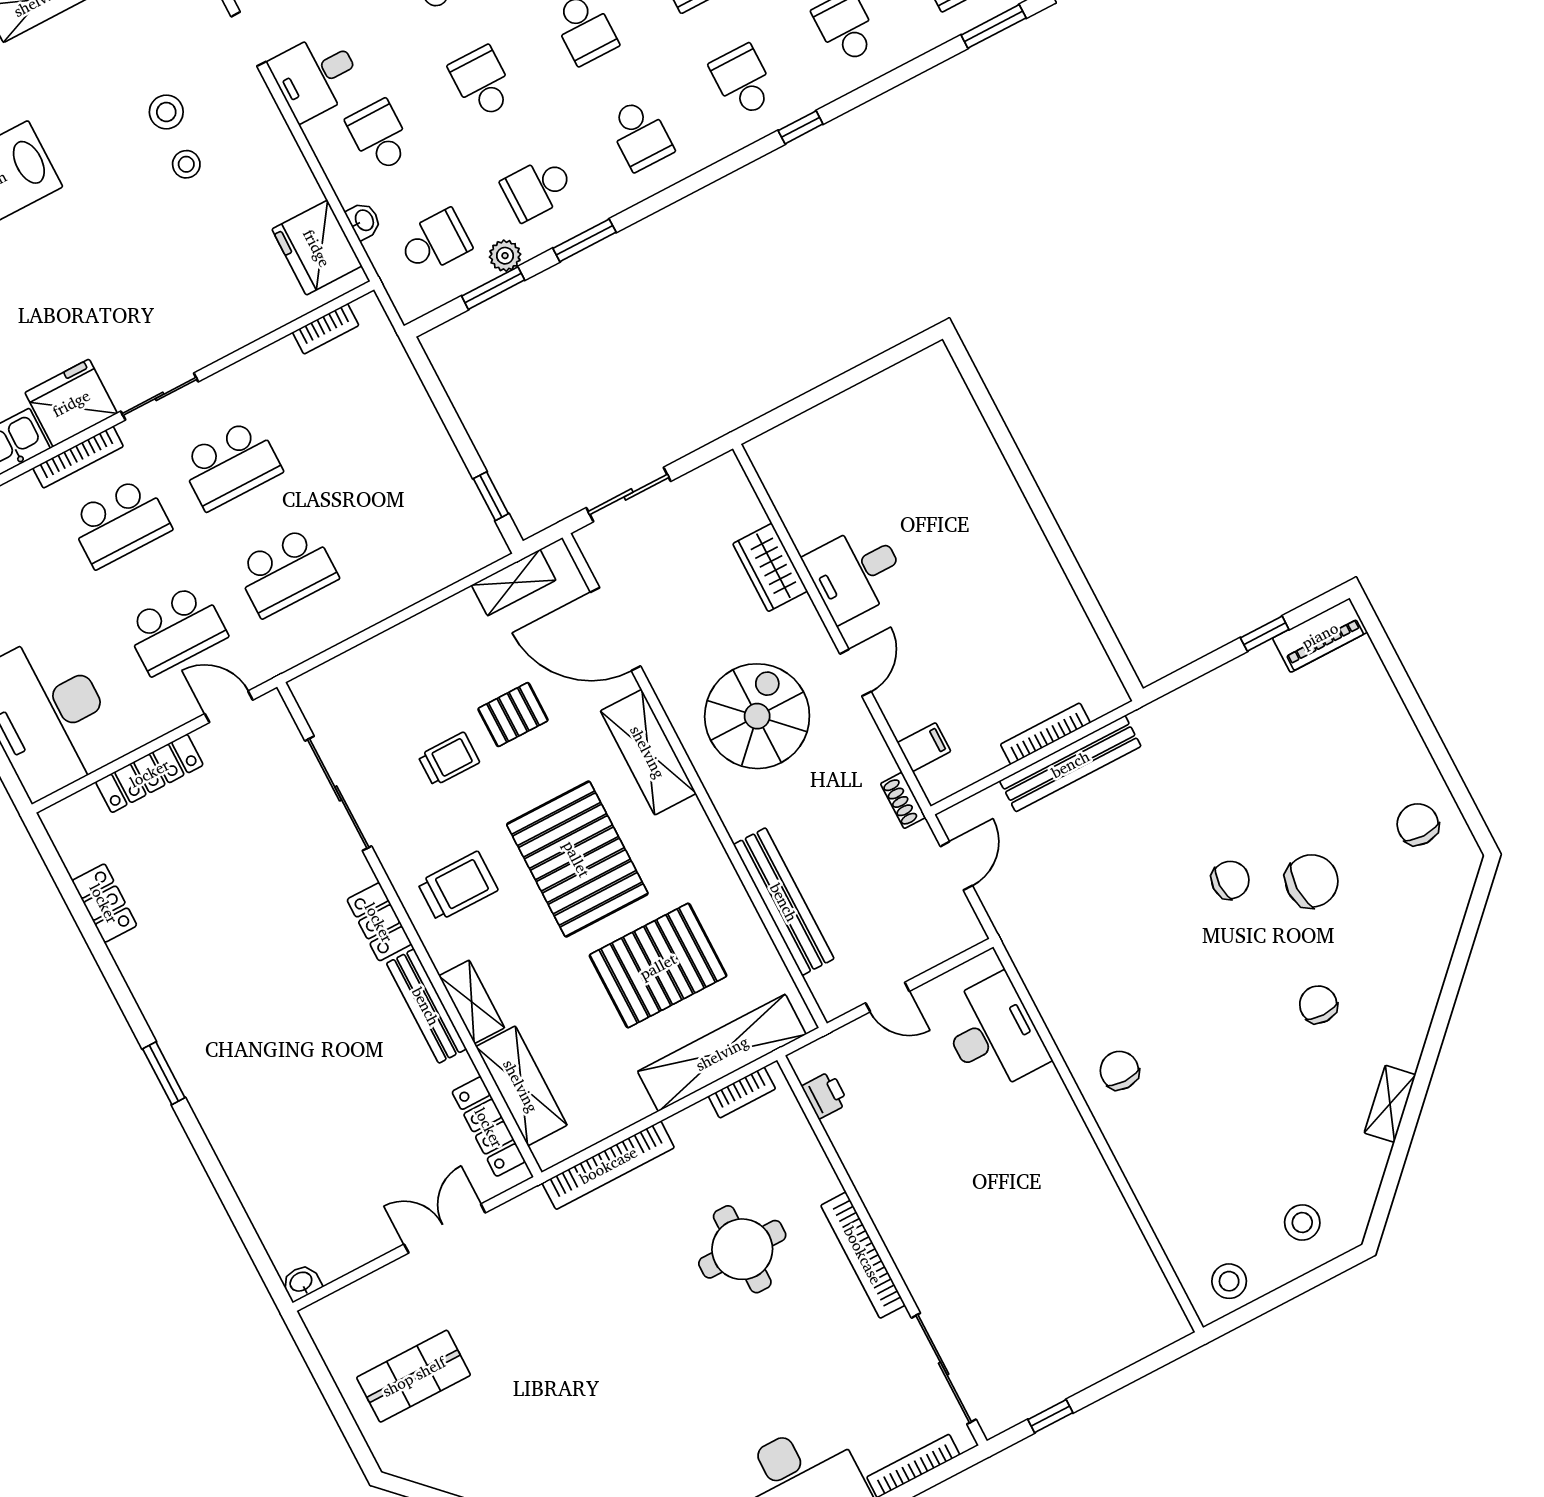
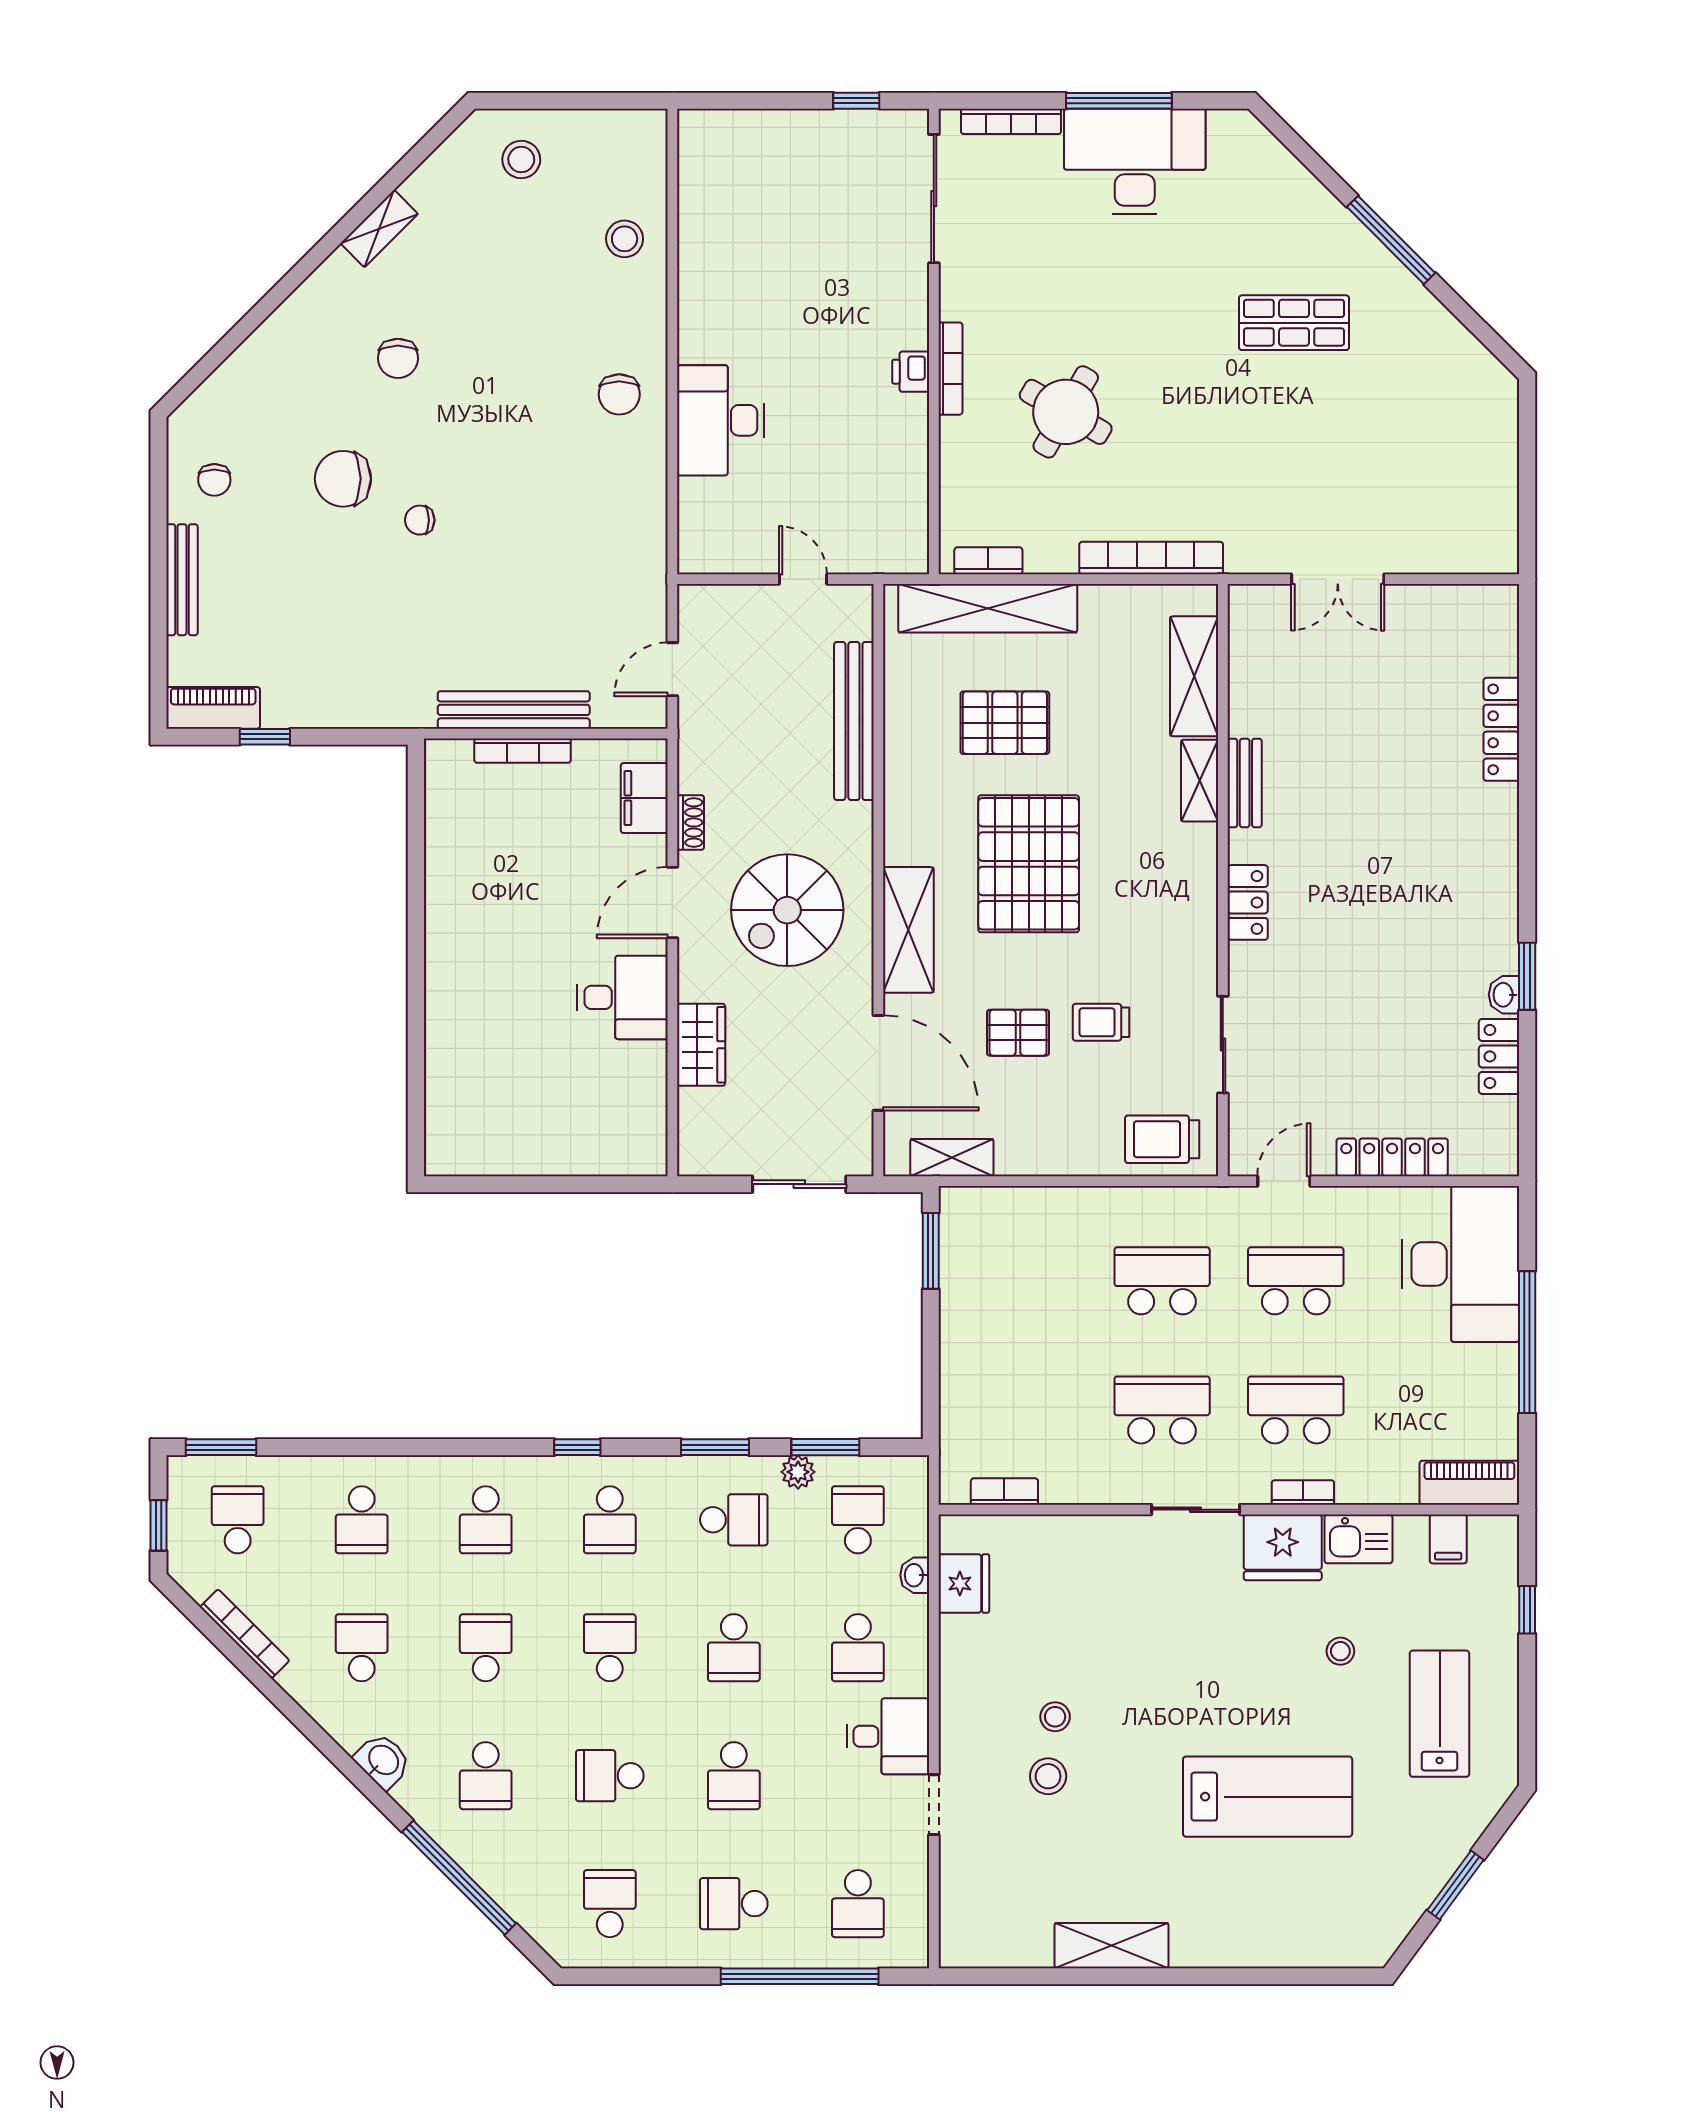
window: (801, 127) -> (577, 1447), moved
school desk: (640, 135) -> (610, 1520), turned 180
school desk: (435, 242) -> (858, 1520), turned 90
fridge: (317, 248) -> (964, 1584), width x0.73, depth x0.75
bookcase: (78, 457) -> (1303, 1493), width x0.64
window: (491, 496) -> (931, 1251), width x1.50
door: (855, 673) -> (672, 903), width x1.38
door: (229, 707) -> (1284, 1181), swing flipped
bench: (1401, 728) -> (182, 580), added
filing cabinet: (924, 747) -> (644, 798), width x2.00
sliding door: (338, 793) -> (1223, 1045), width x0.73
shoe rack: (903, 800) -> (691, 822), moved
chair: (1418, 824) -> (214, 480), width x0.73, depth x0.73
chair: (1230, 880) -> (420, 520), width x0.73, depth x0.73
trolley: (458, 886) -> (1162, 1139), moved
pallet: (658, 966) -> (1005, 723), width x0.73, depth x0.71
bench: (426, 1006) -> (1245, 783), width x0.73
desk: (993, 1034) -> (721, 420), moved
window: (164, 1073) -> (1527, 976), moved
printer: (825, 1095) -> (911, 372), moved
locker: (489, 1127) -> (1501, 729), moved, turned 180
round table: (742, 1249) -> (1066, 412), turned 30
bookcase: (863, 1255) -> (950, 369), width x0.68, depth x0.76
stool: (1229, 1281) -> (625, 239), moved
washbasin: (301, 1282) -> (1504, 995), moved, turned 90
shop shelf: (414, 1376) -> (1294, 323), moved

